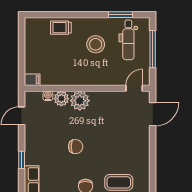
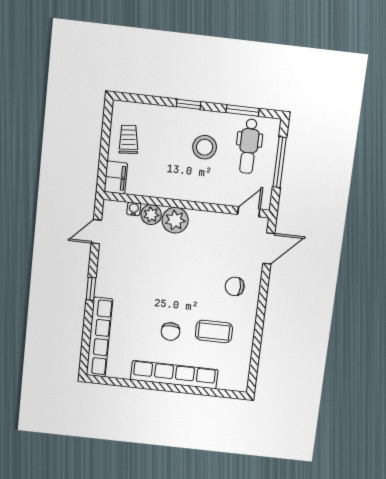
window: (80, 15) -> (189, 104), added
trolley: (61, 28) -> (129, 139), moved, turned 85
filing cabinet: (32, 80) -> (116, 177), width x2.00
chair: (76, 147) -> (235, 286), moved, turned 180

